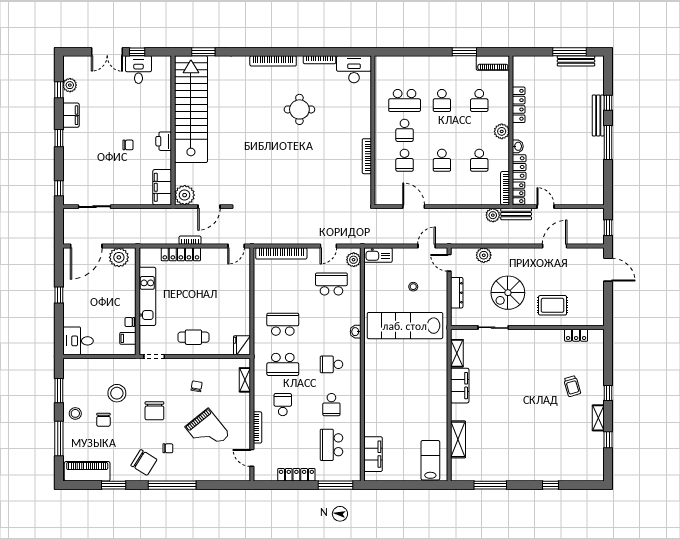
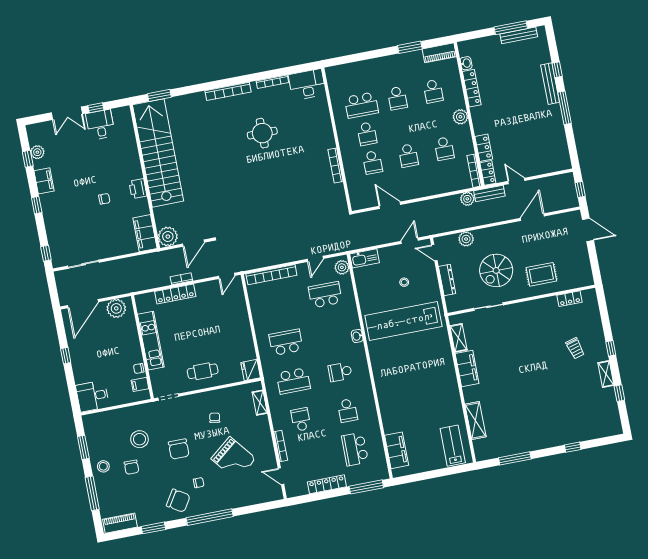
washbasin: (518, 146) -> (466, 63), moved
piano: (87, 471) -> (120, 523), width x0.73, depth x0.75

